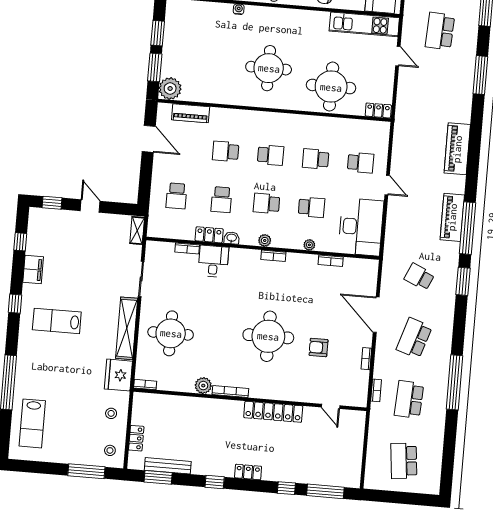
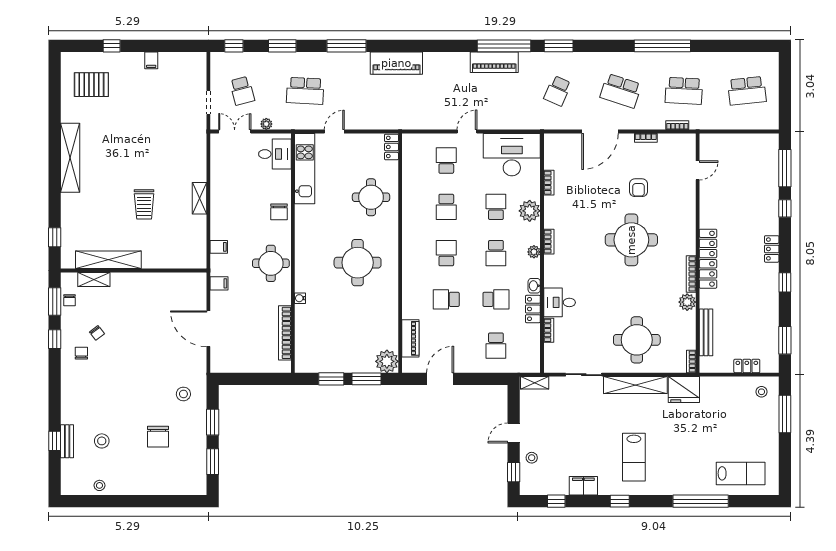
round table: (331, 87) -> (371, 197), width x0.73, depth x0.73
piano: (457, 149) -> (396, 63), moved
school desk: (226, 151) -> (446, 299), turned 90
school desk: (176, 196) -> (496, 346), turned 90
plant: (309, 245) -> (530, 211), width x1.88, depth x1.88
locker: (273, 412) -> (708, 259), moved
stool: (111, 413) -> (532, 458), moved
bench: (168, 466) -> (706, 332), moved

